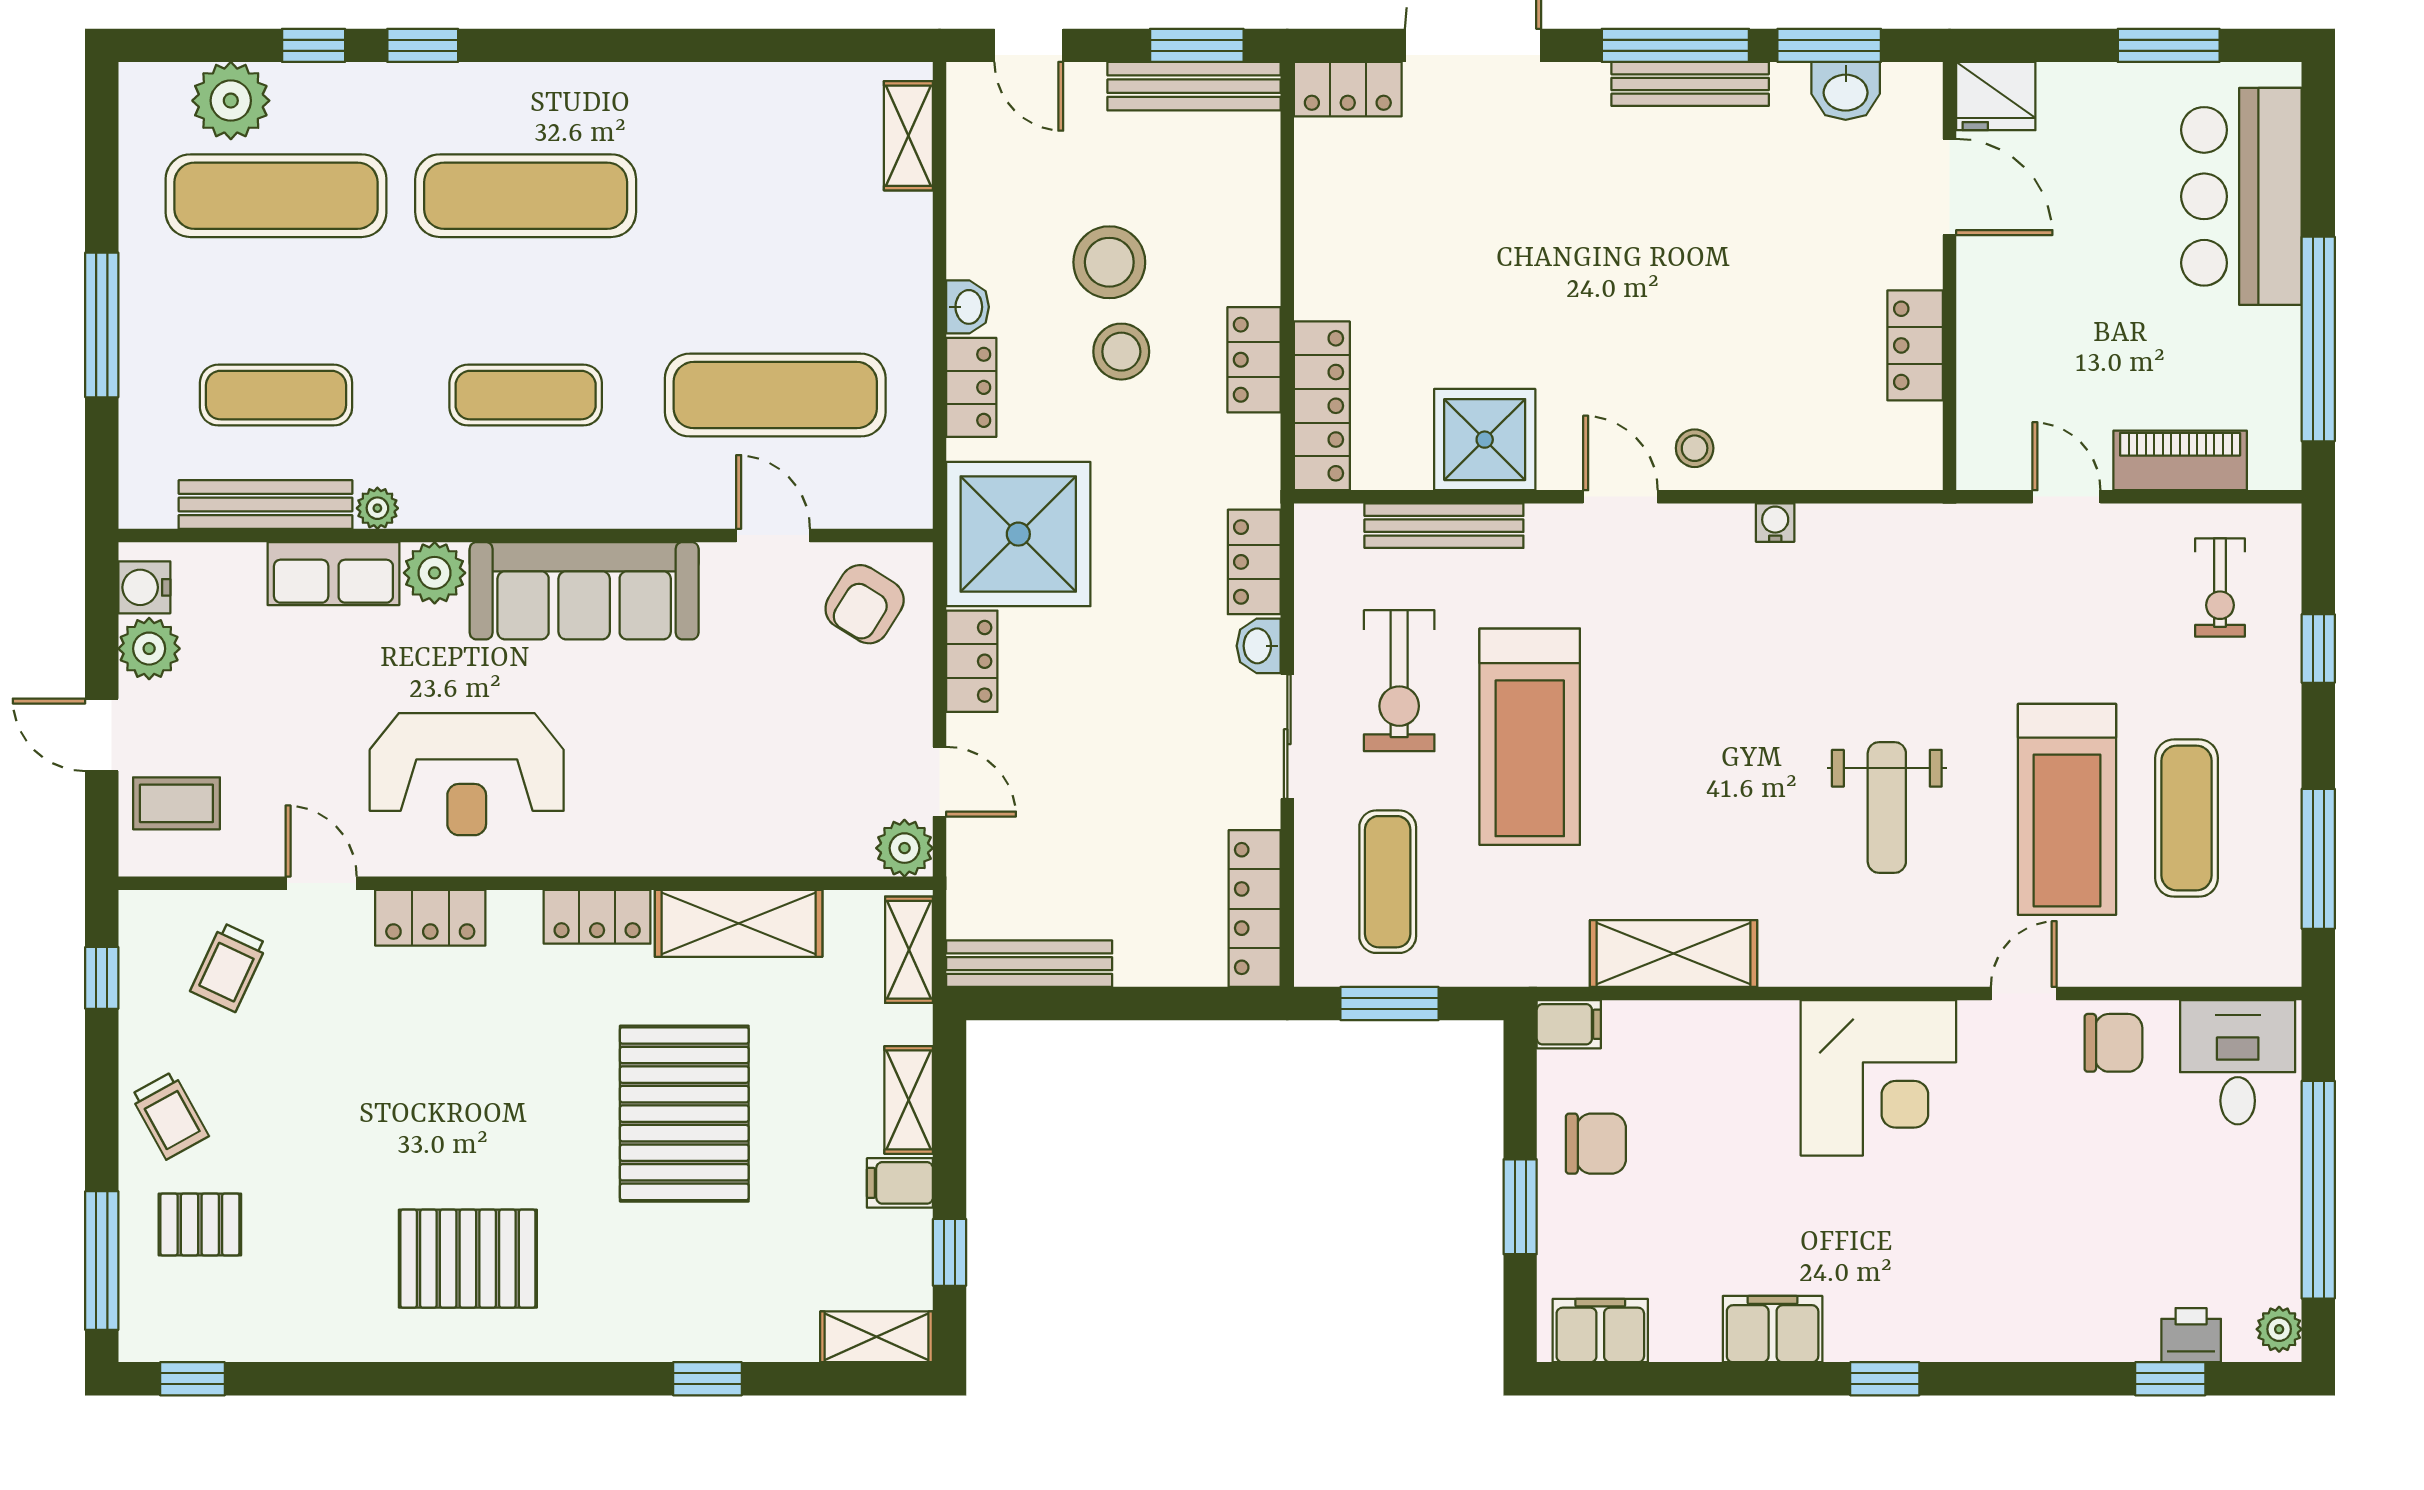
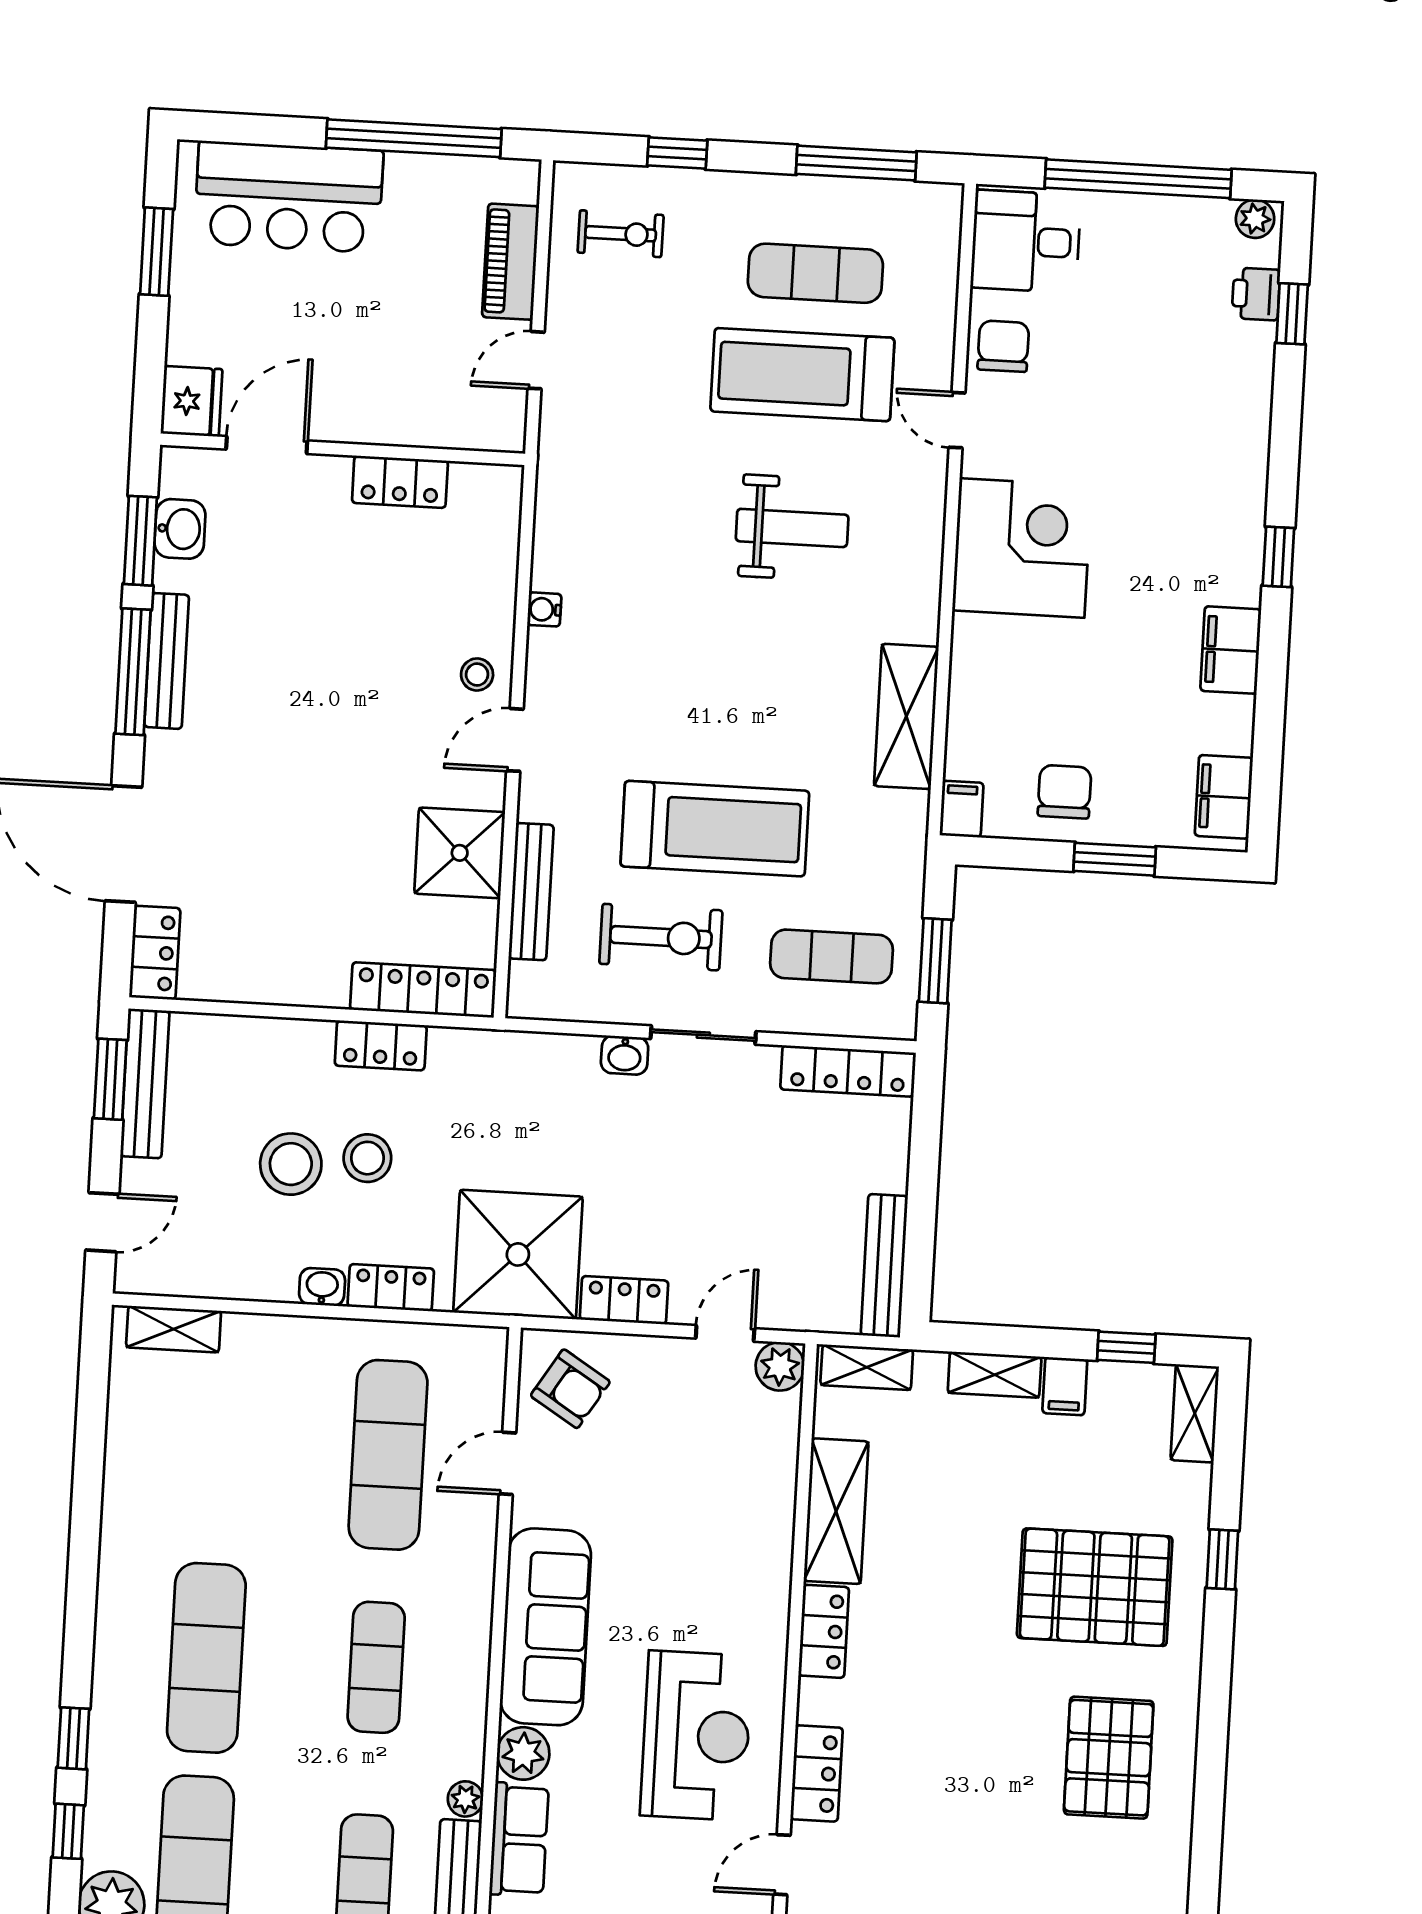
locker: (1254, 562) -> (553, 1055), removed
treadmill: (2067, 809) -> (802, 375), turned 180
pallet: (684, 1114) -> (1095, 1587), moved

